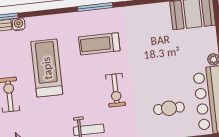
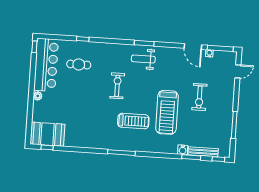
treadmill: (99, 44) -> (133, 121), moved

